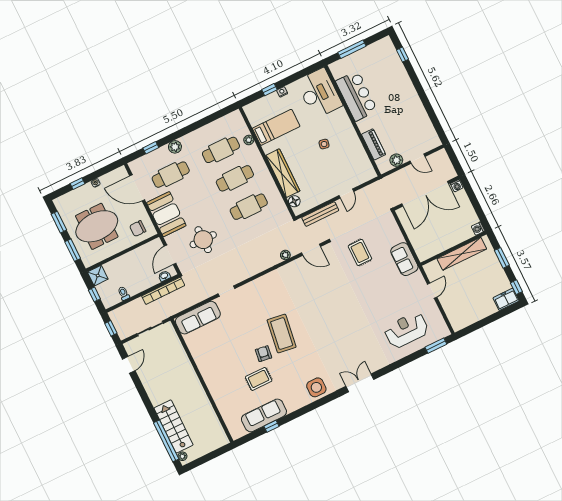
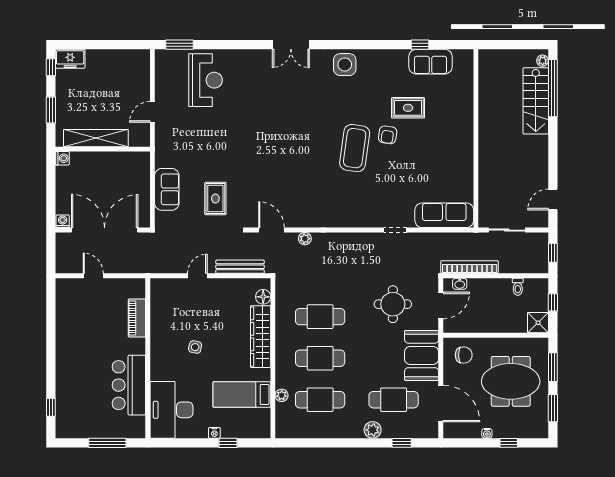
plant: (396, 160) -> (119, 286), removed
sofa: (404, 259) -> (167, 189), moved
reception desk: (406, 330) -> (206, 80), turned -90
sofa: (264, 415) -> (430, 62), width x0.73

